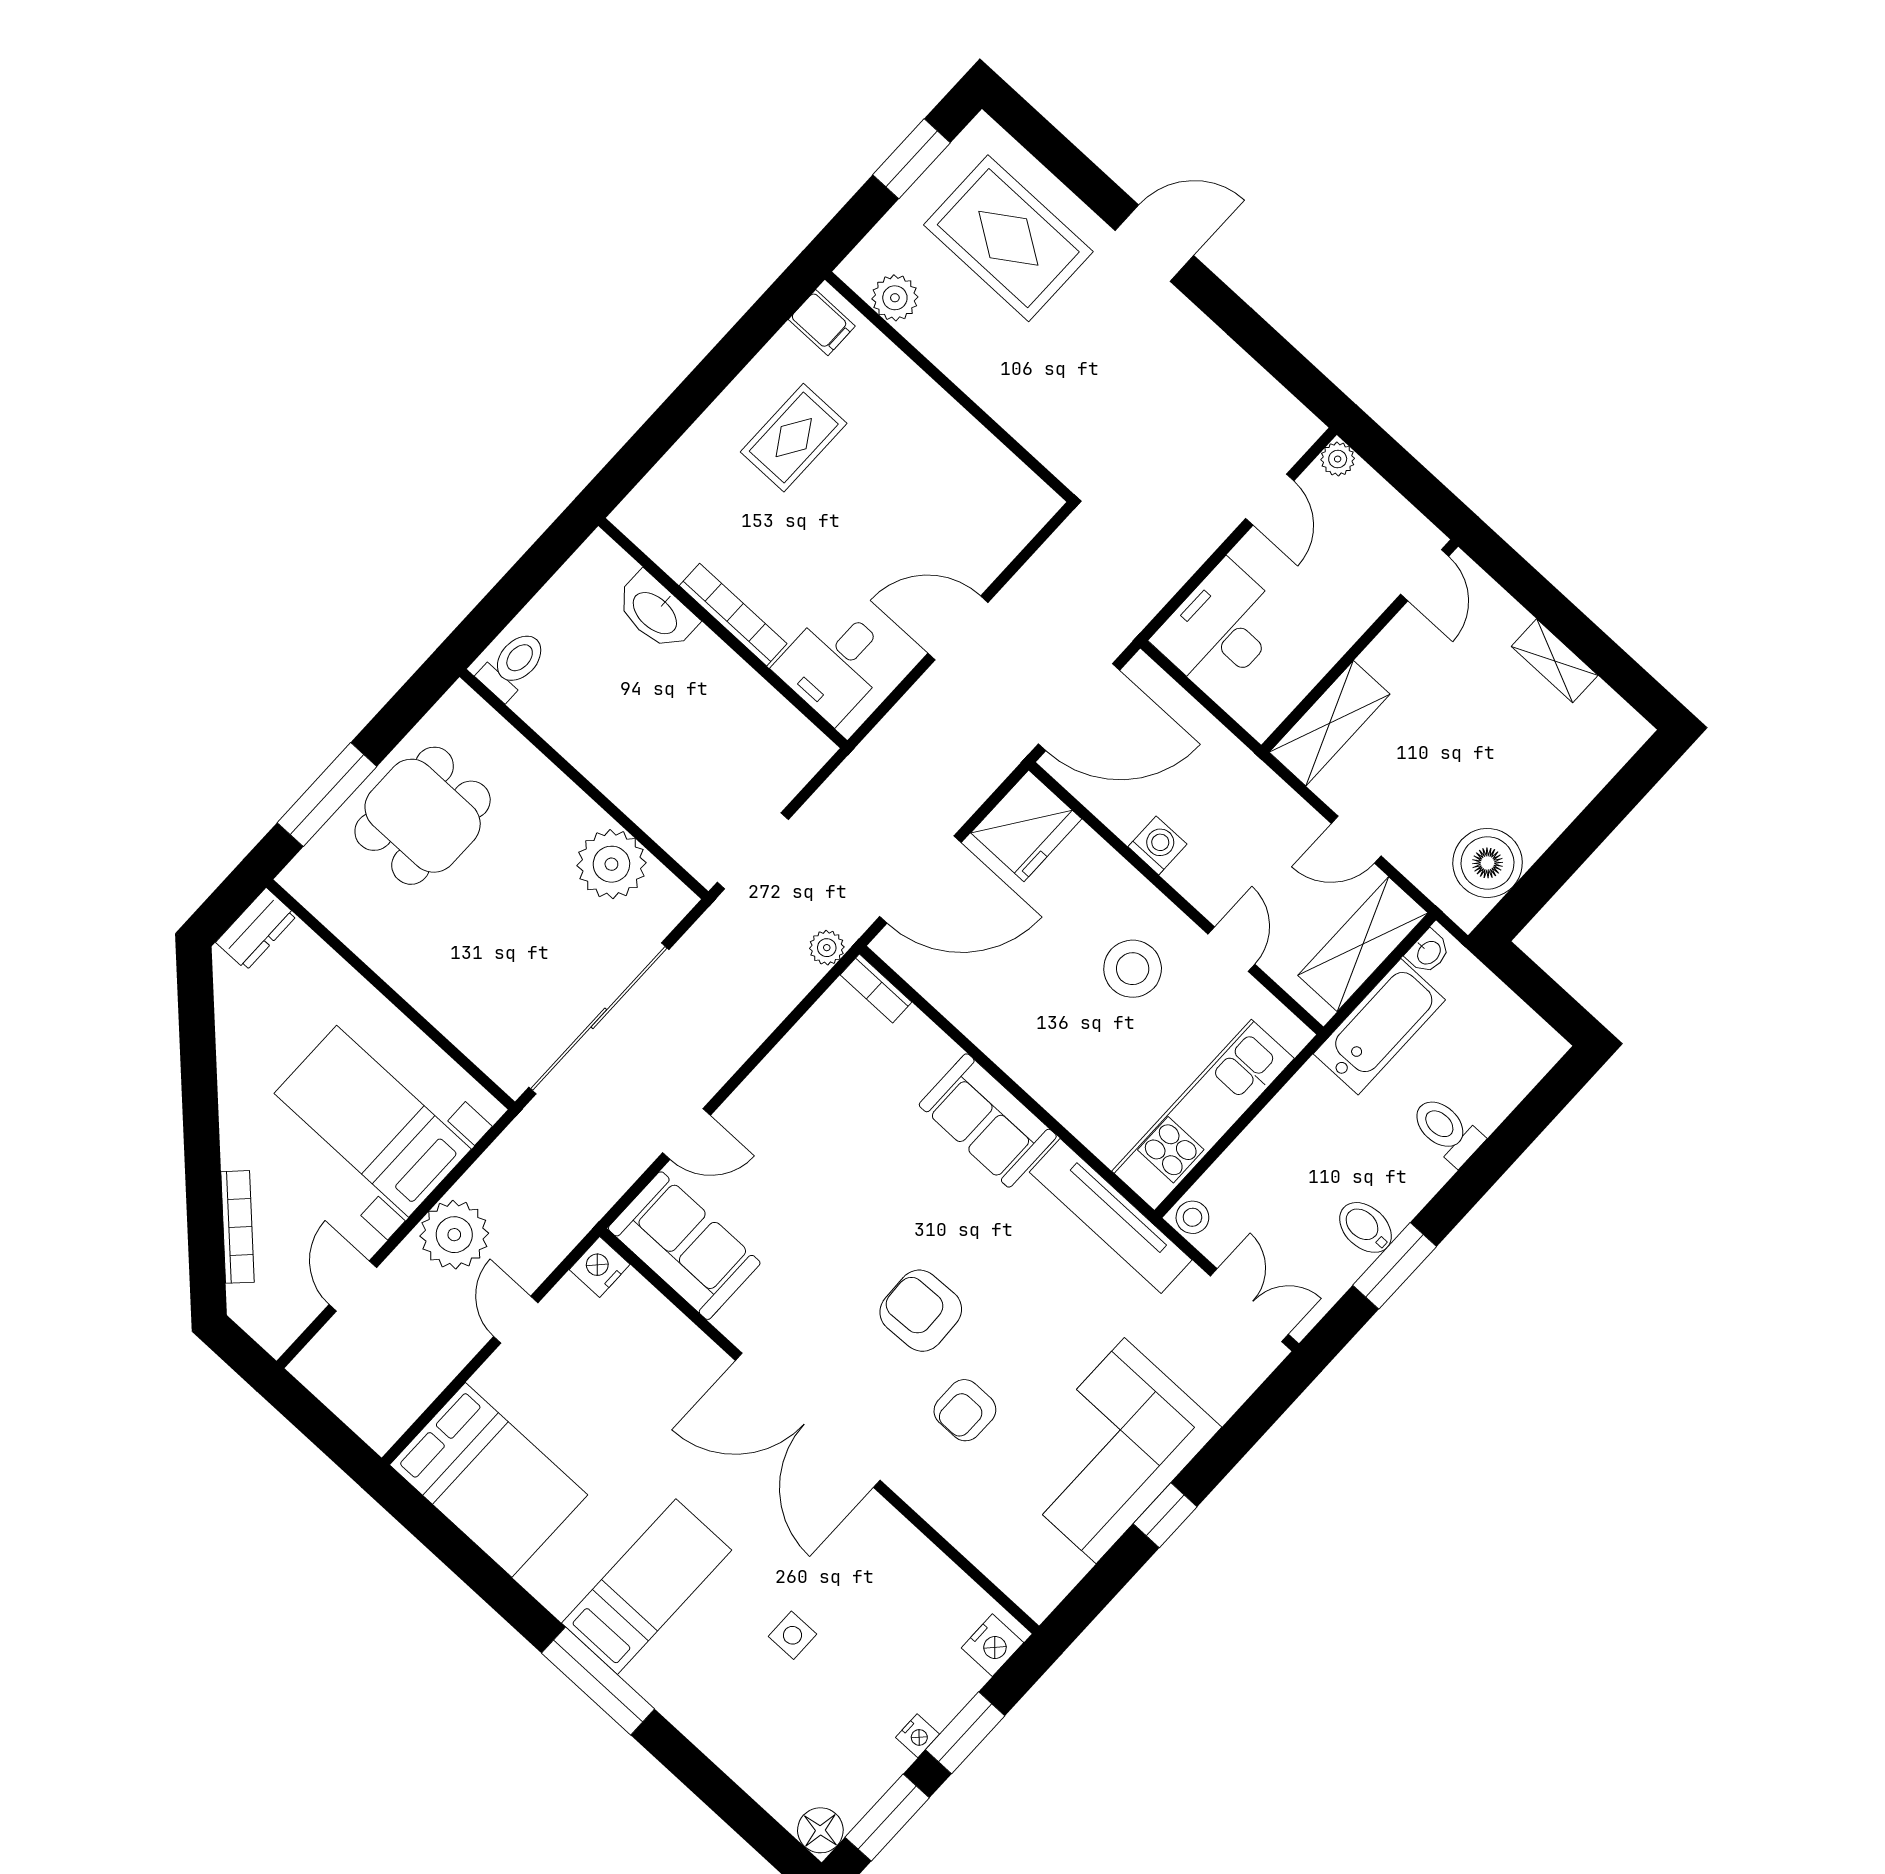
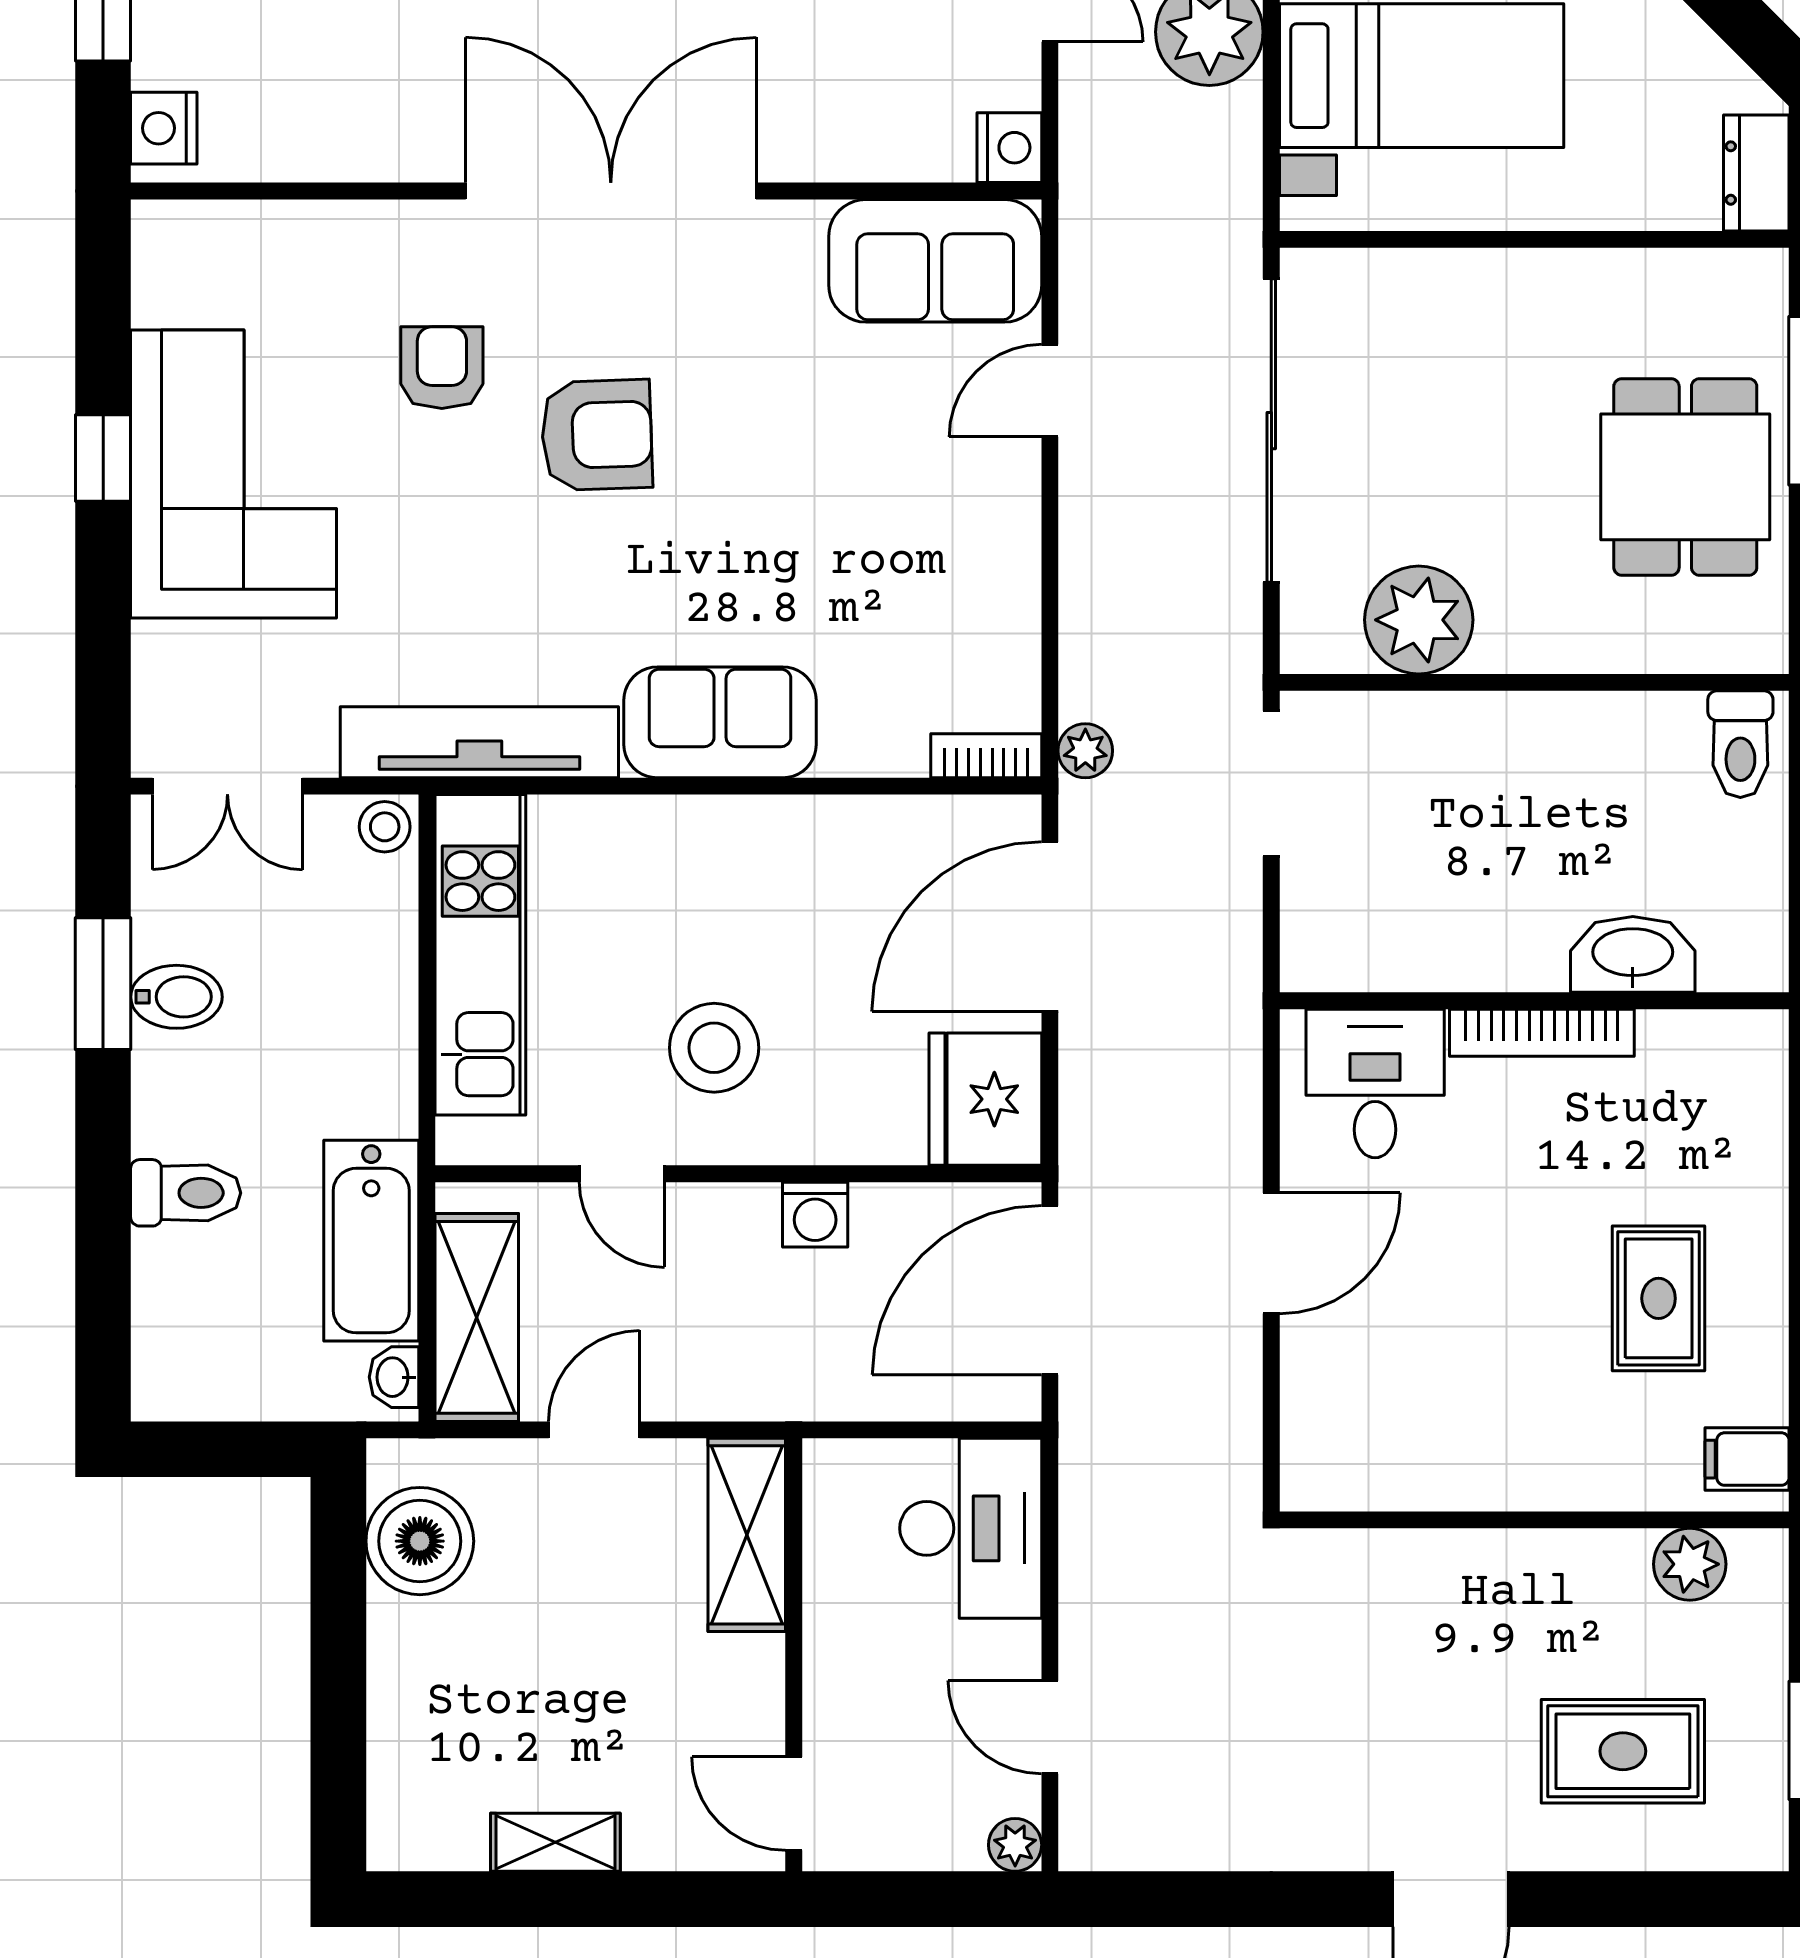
rug: (1008, 238) -> (1623, 1751), width x0.73, depth x0.70

